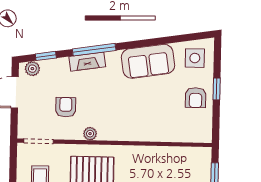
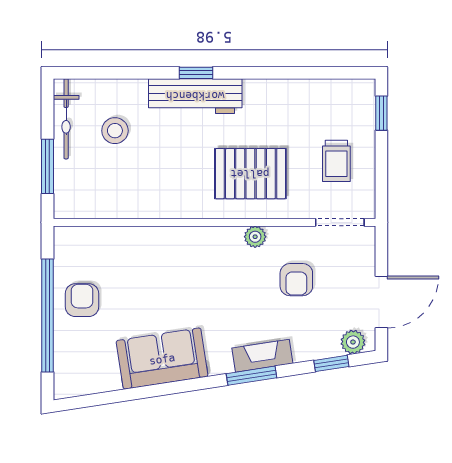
window: (94, 50) -> (252, 376), width x0.69
side table: (195, 58) -> (85, 366), removed
window: (217, 89) -> (48, 315), width x3.17

